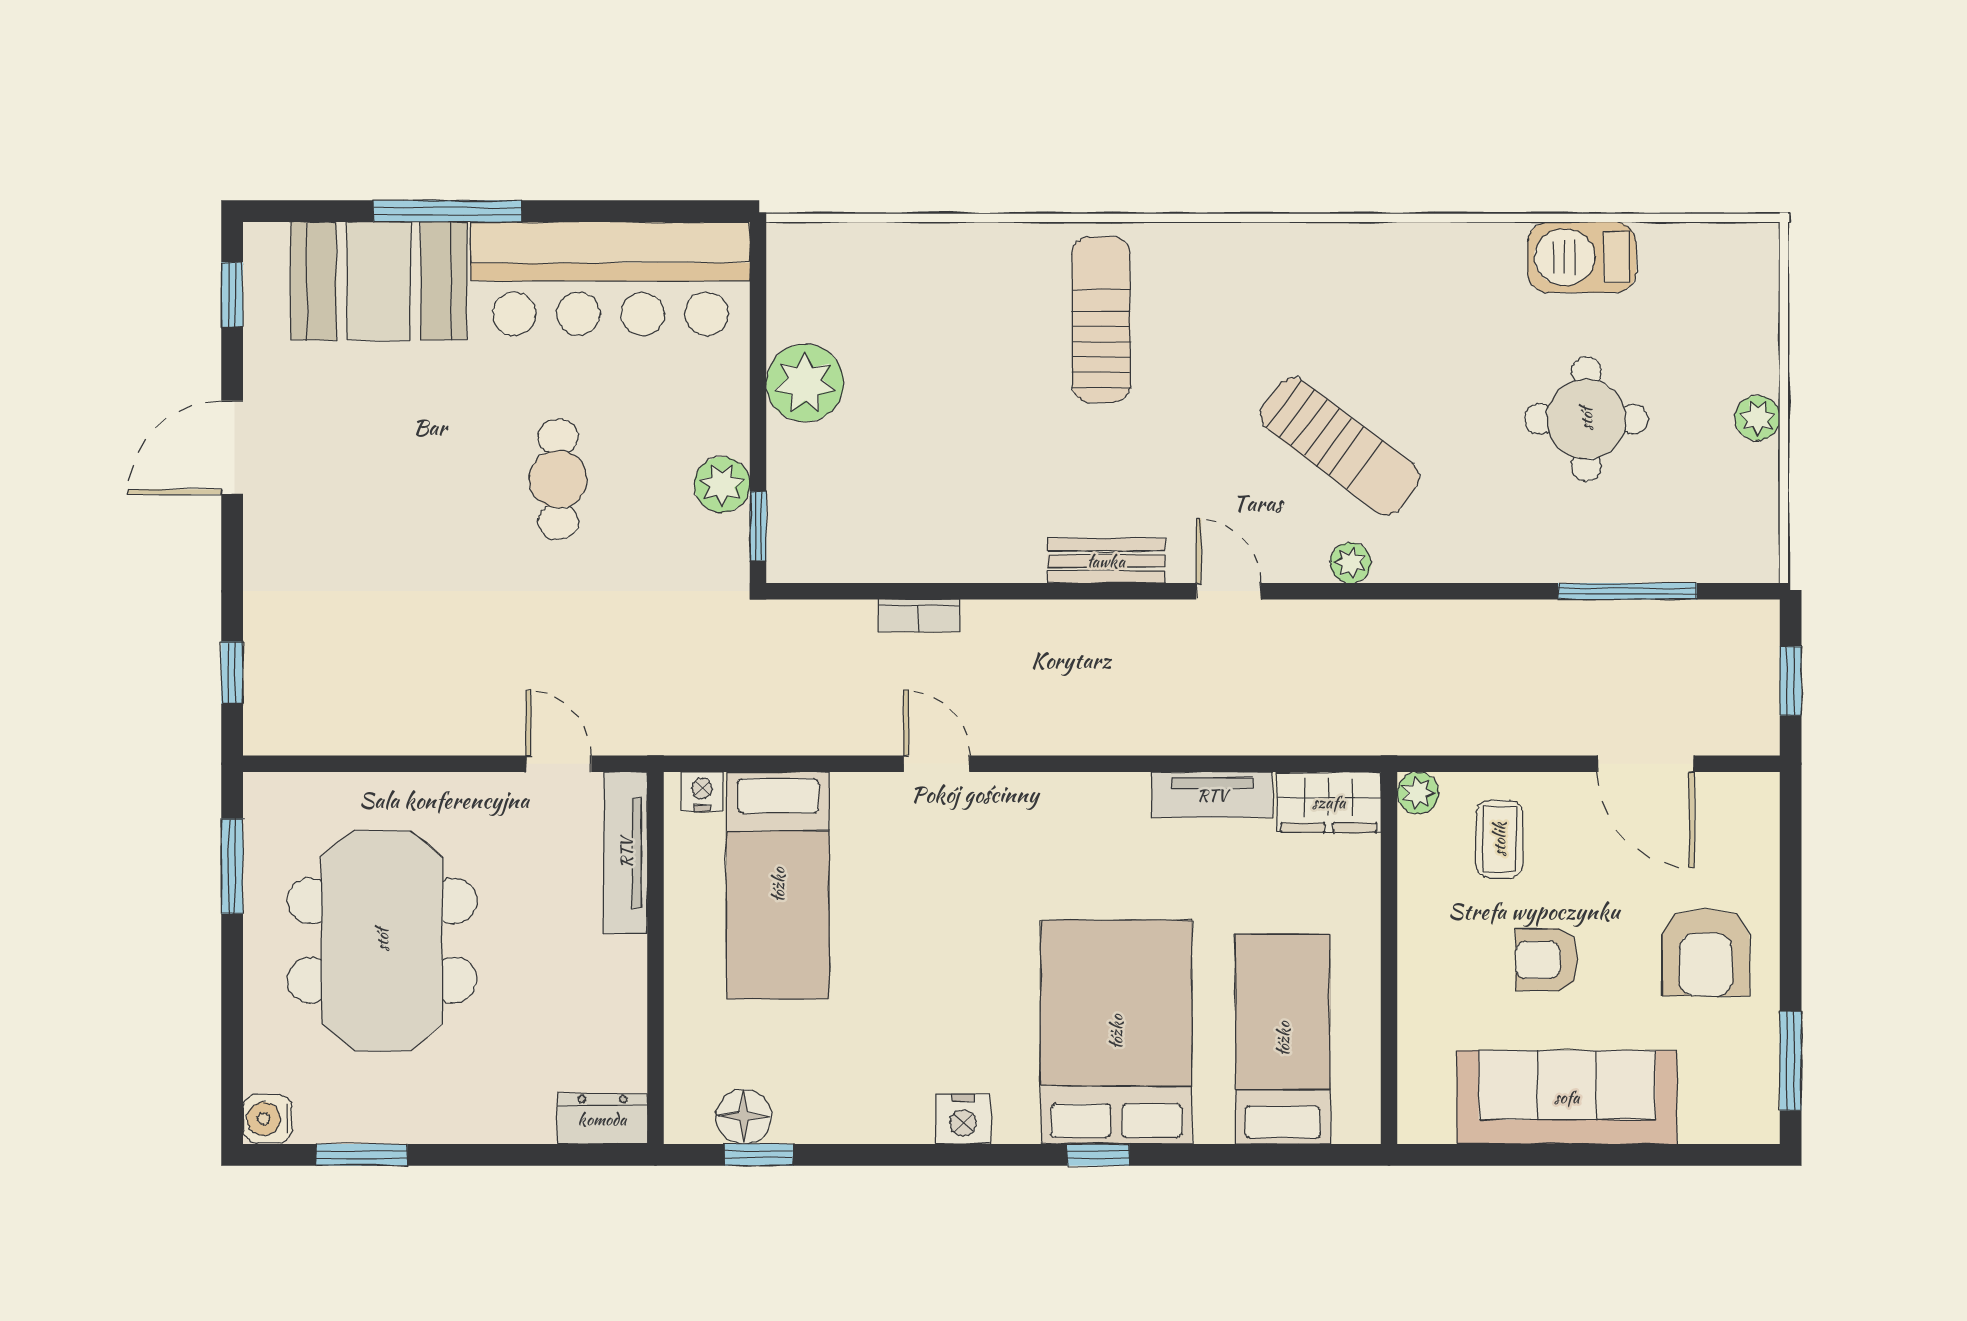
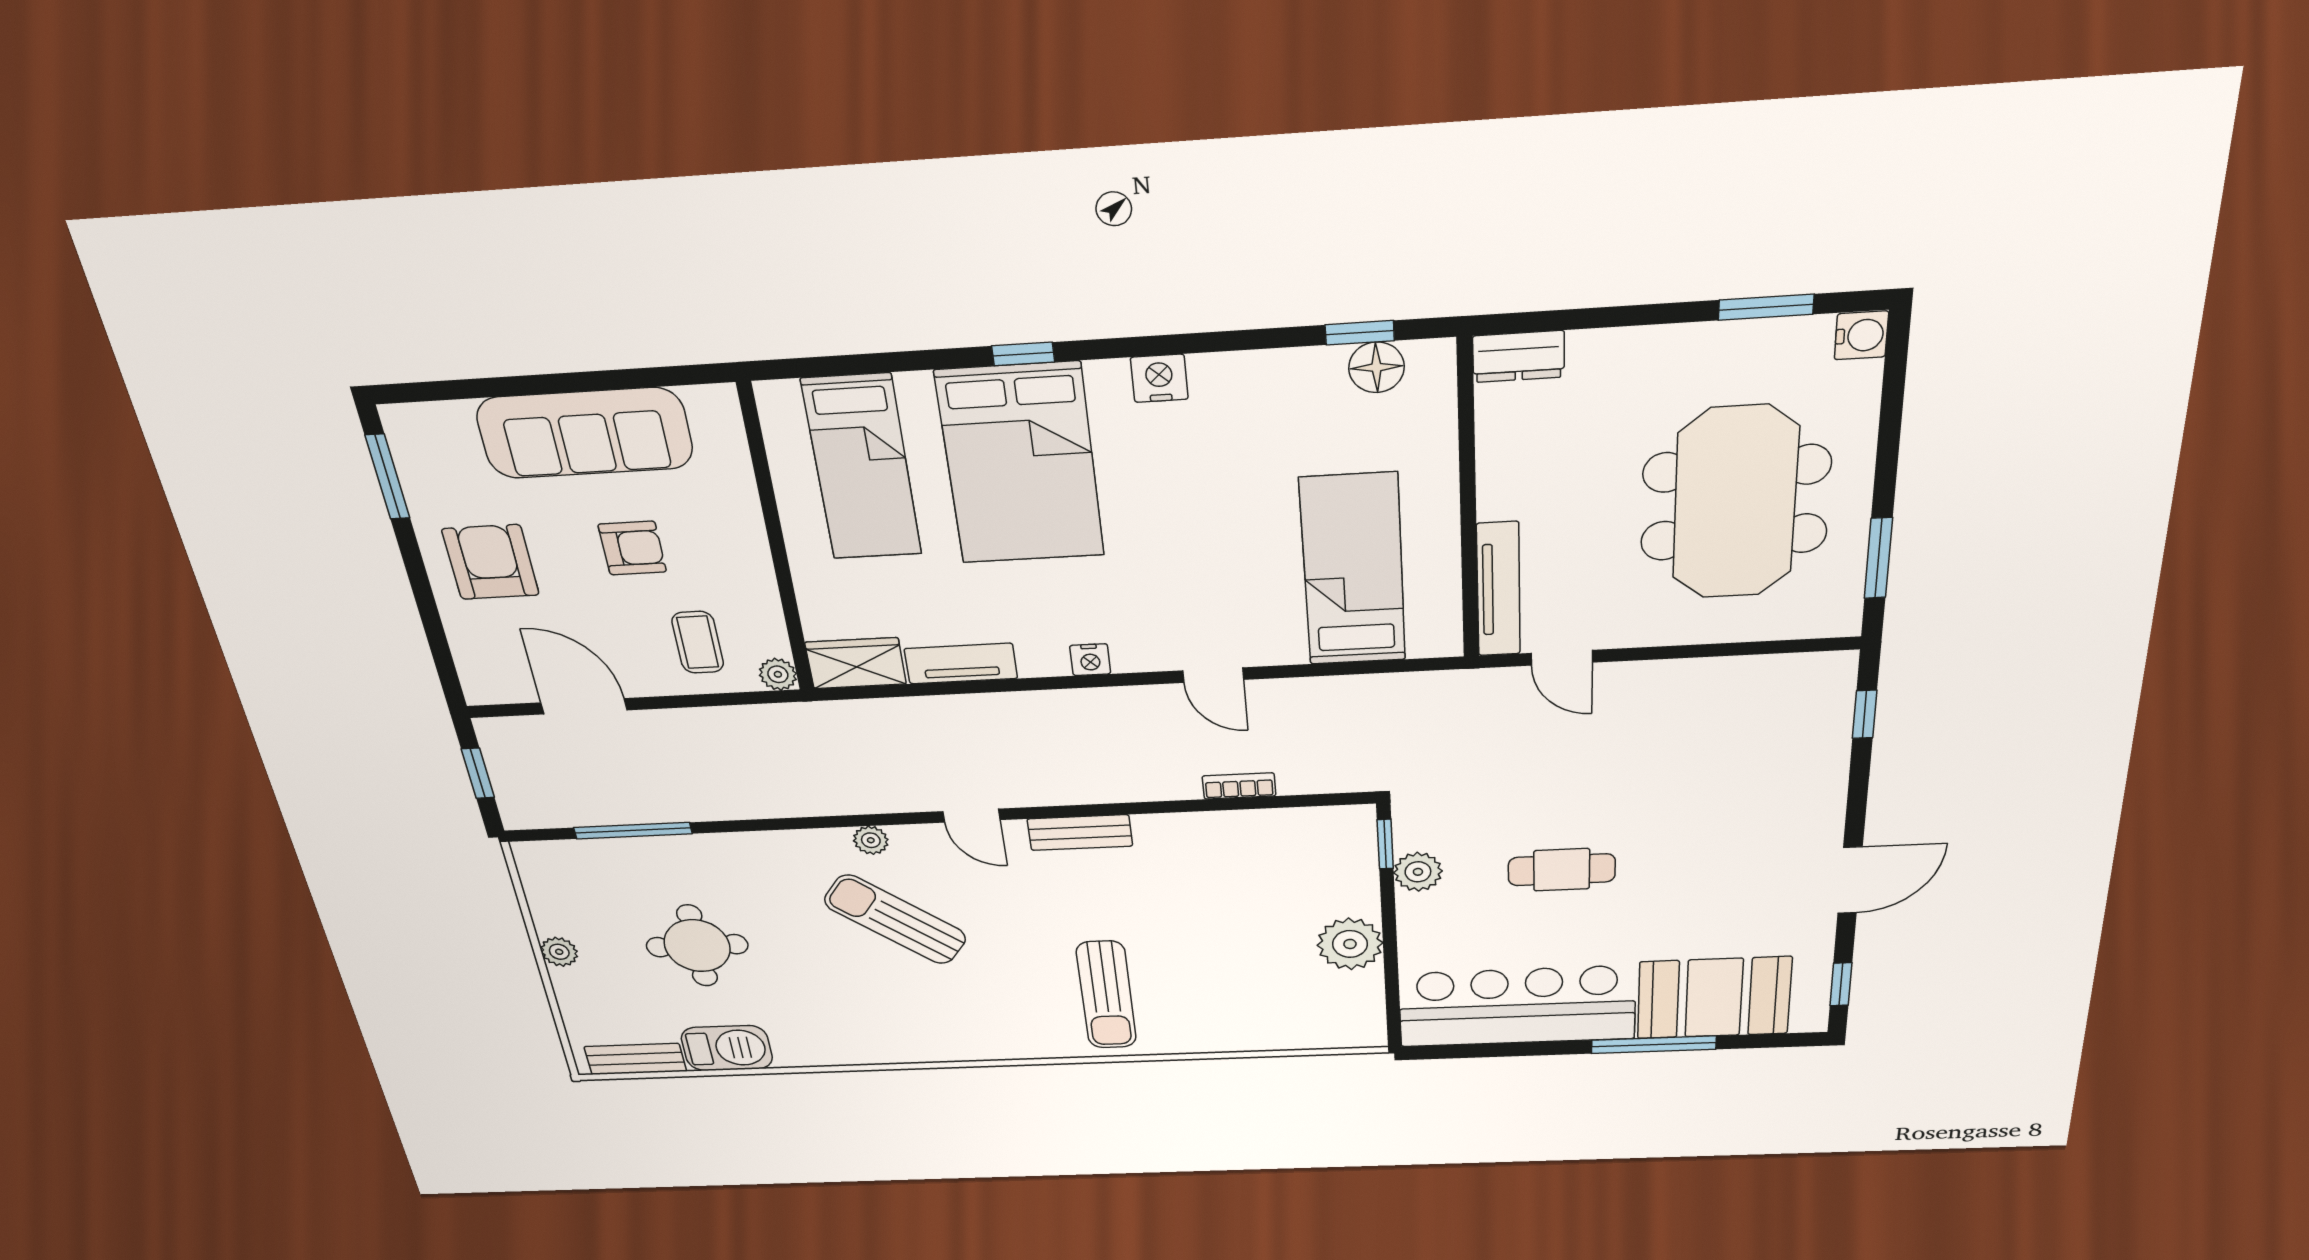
bench: (1701, 245) -> (635, 1059), added
cafe table: (558, 479) -> (1562, 870), turned 90
nightstand: (702, 791) -> (1090, 660), moved

